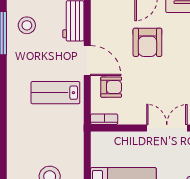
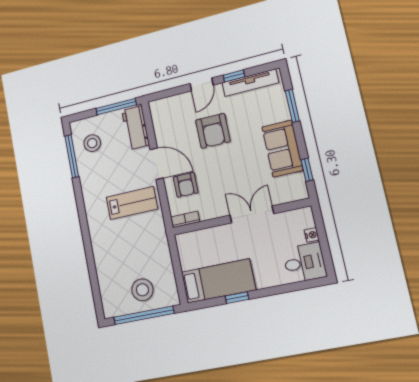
armchair: (111, 87) -> (186, 185), turned 90
lab bench: (55, 93) -> (132, 203), turned 180

